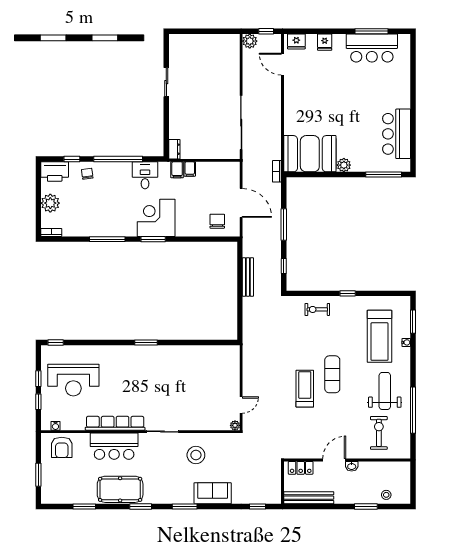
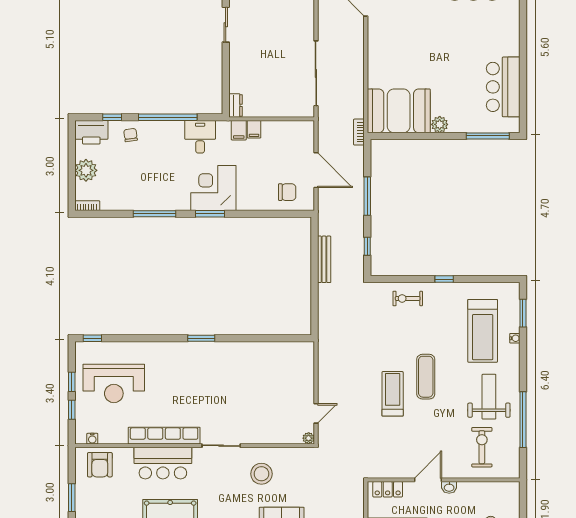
chair: (217, 221) -> (287, 192), turned 90

